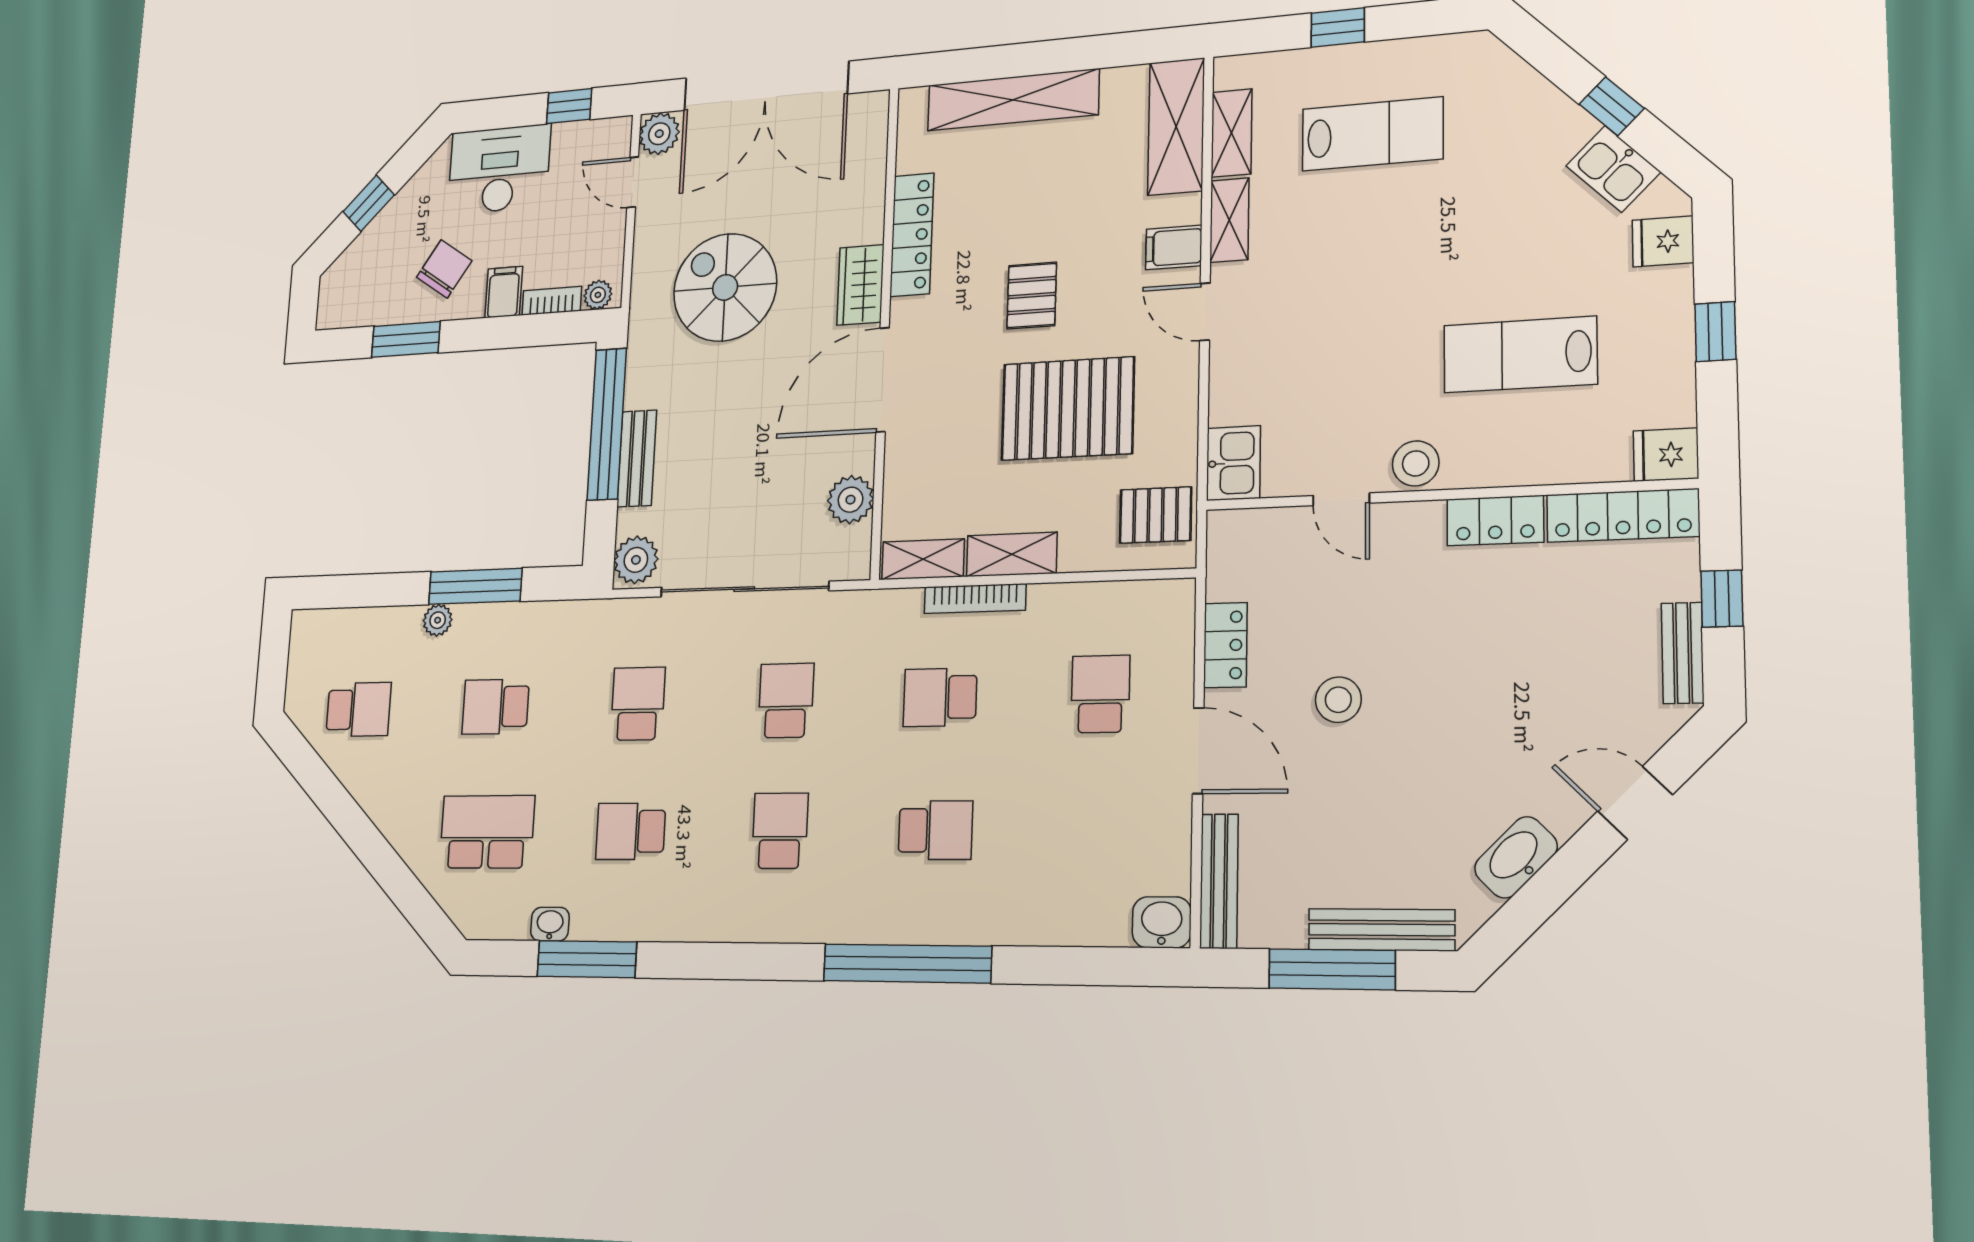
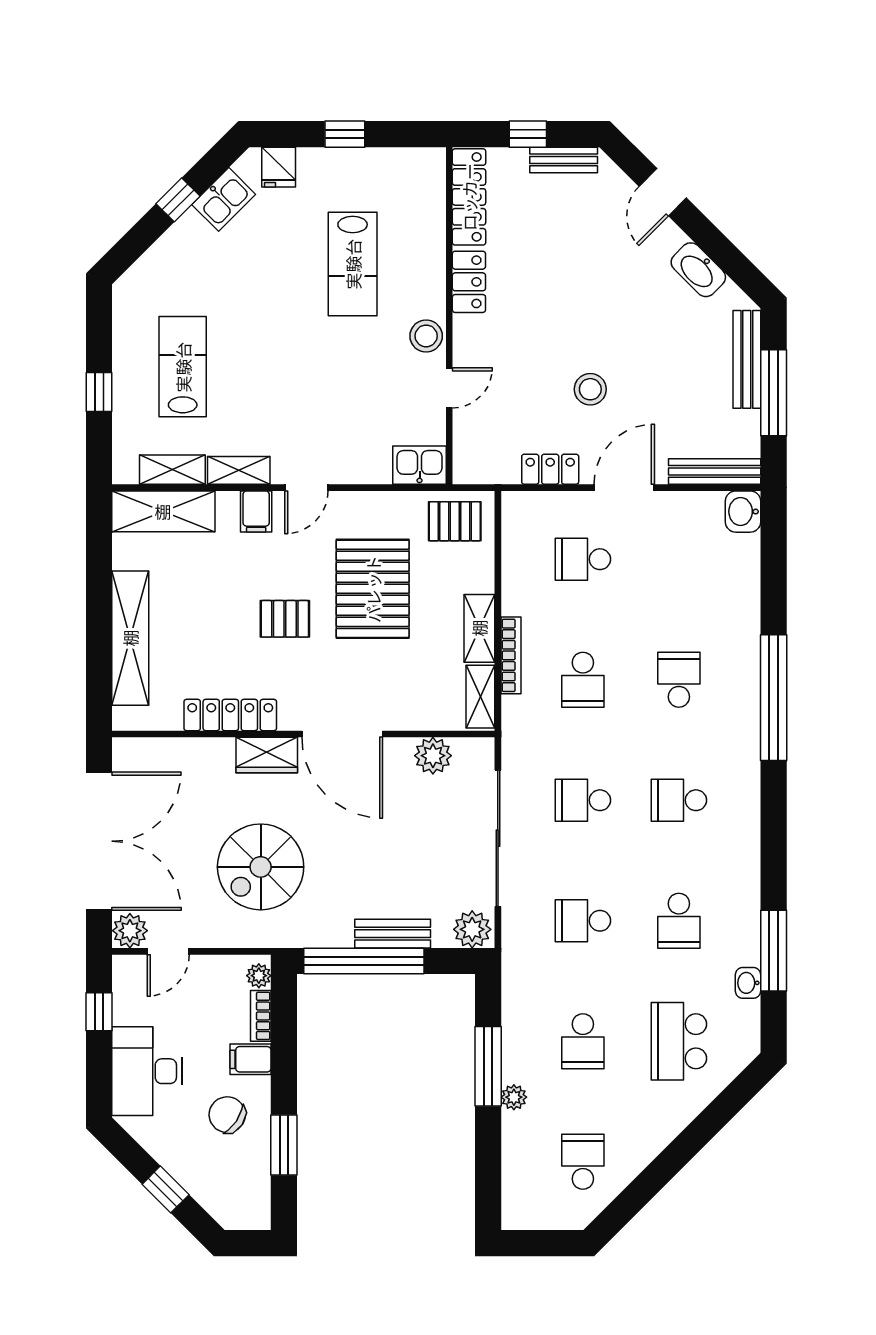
fridge: (1666, 455) -> (428, 168), removed
pallet: (1156, 515) -> (455, 521), turned 90

